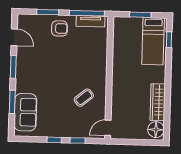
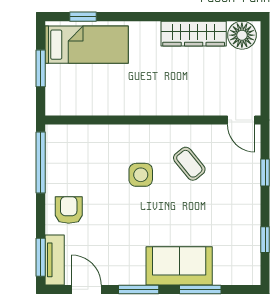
window: (48, 12) -> (41, 257), moved
tv unit: (91, 21) -> (55, 260), moved
door: (14, 37) -> (86, 289), hinge flipped
side table: (78, 70) -> (141, 175), added
sofa: (25, 112) -> (179, 266), moved
window: (54, 140) -> (265, 240), moved

